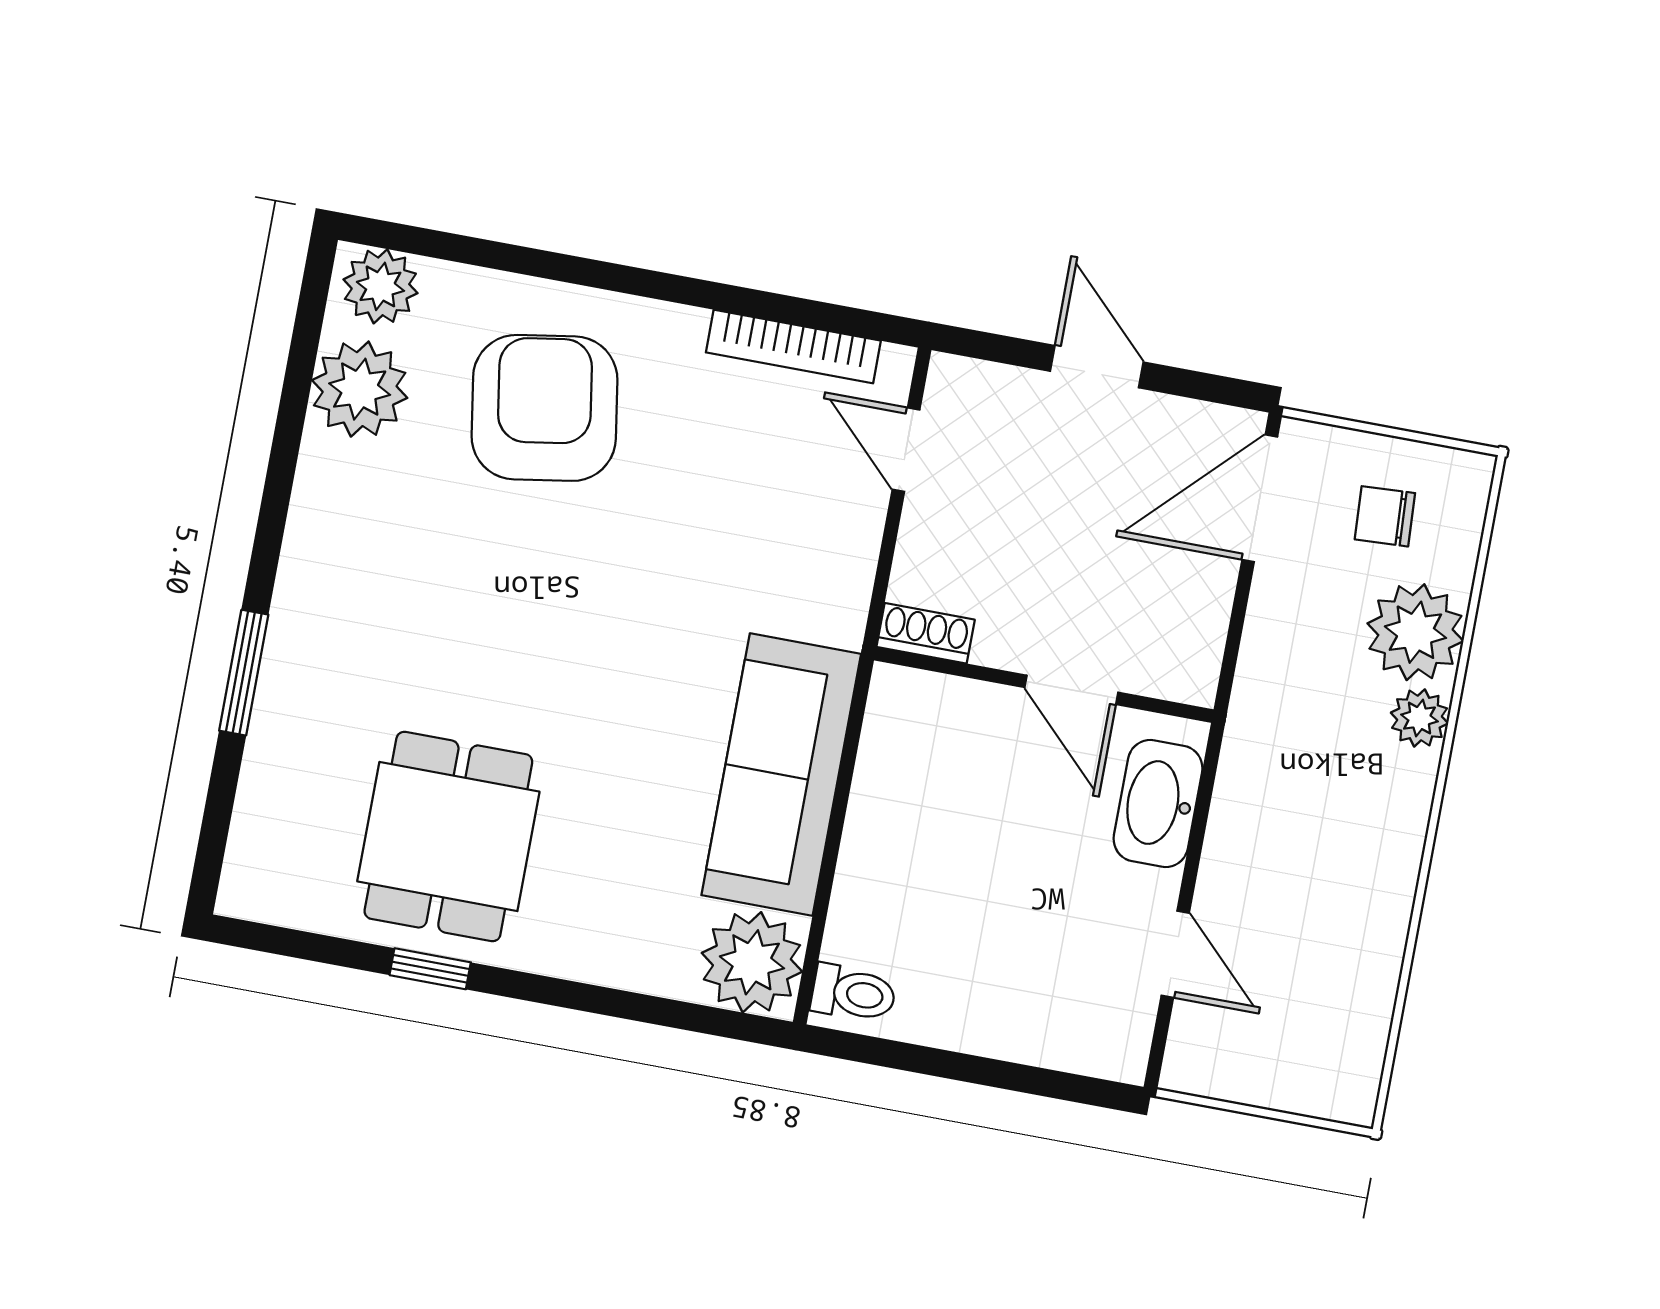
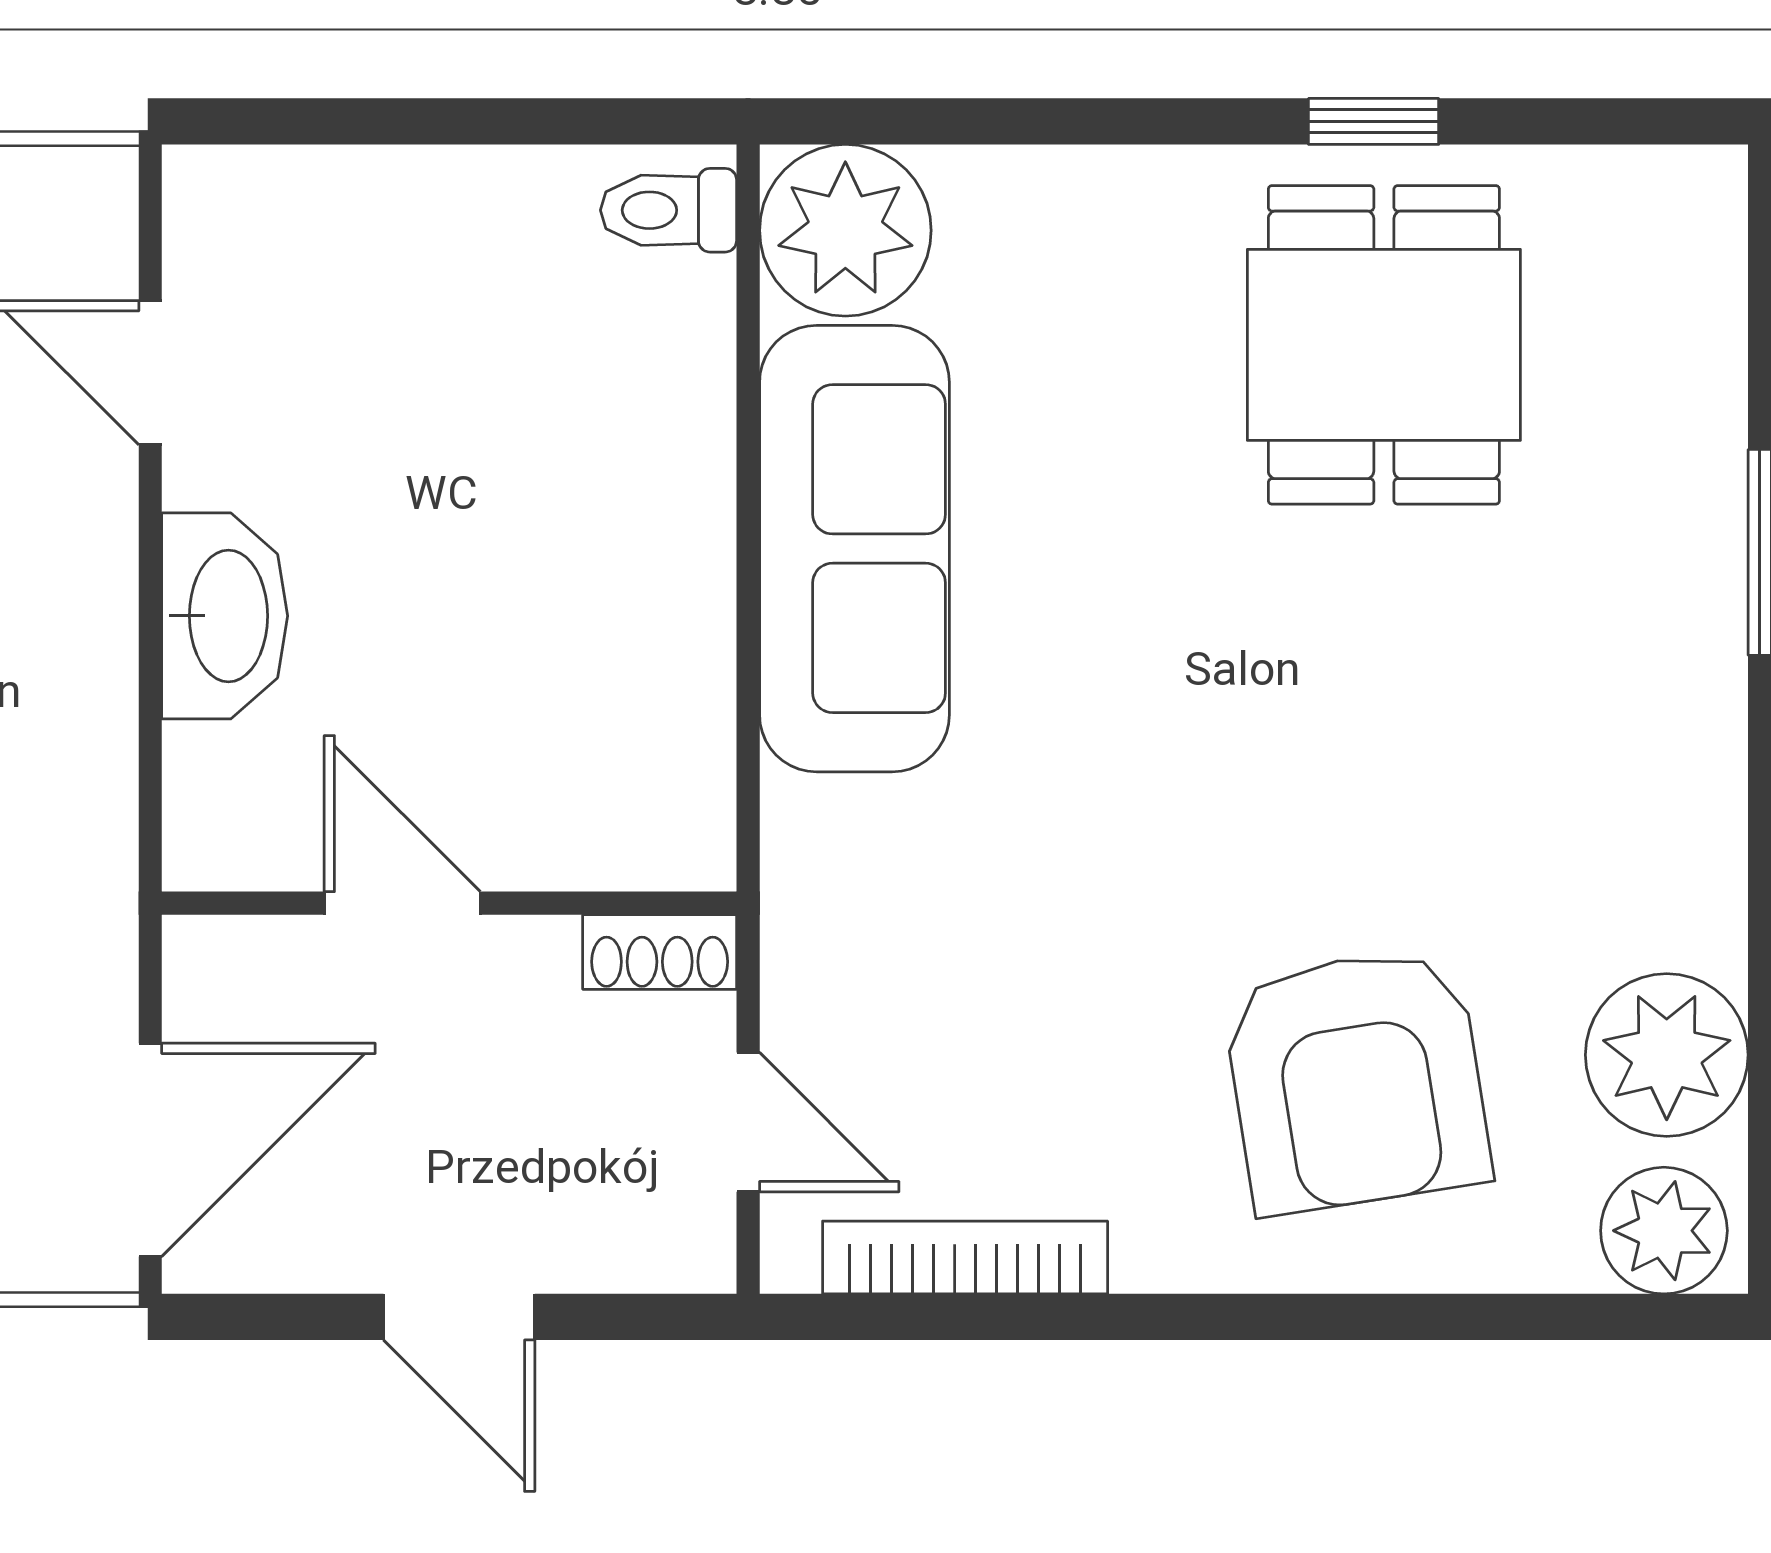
shoe rack: (926, 633) -> (660, 952), moved
wall: (1044, 685) -> (449, 903), moved
door: (1071, 690) -> (402, 903), moved

